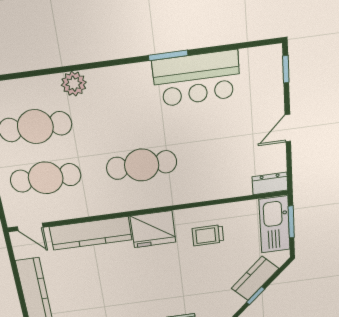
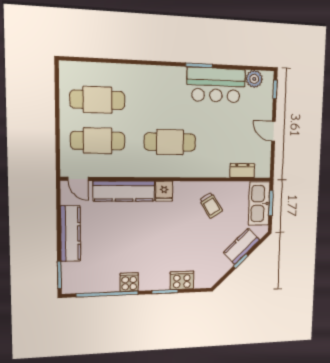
plant: (74, 84) -> (254, 79), moved
door: (288, 128) -> (273, 131), hinge flipped
dresser: (270, 183) -> (242, 171), moved
fridge: (153, 229) -> (164, 191), width x0.53, depth x0.75
trolley: (208, 235) -> (211, 205), turned -122

